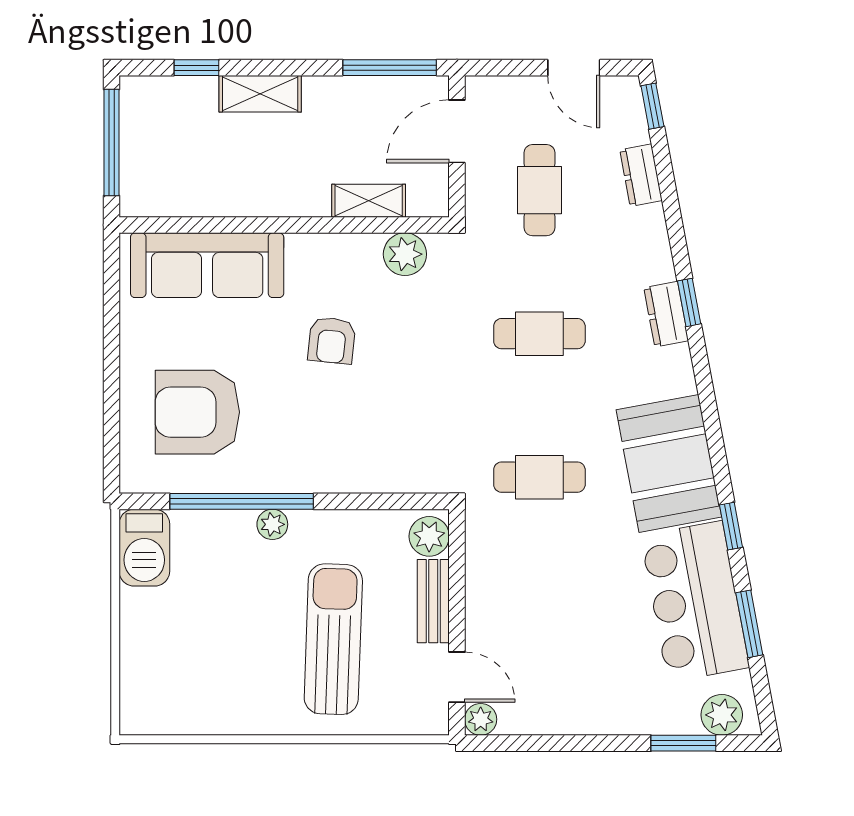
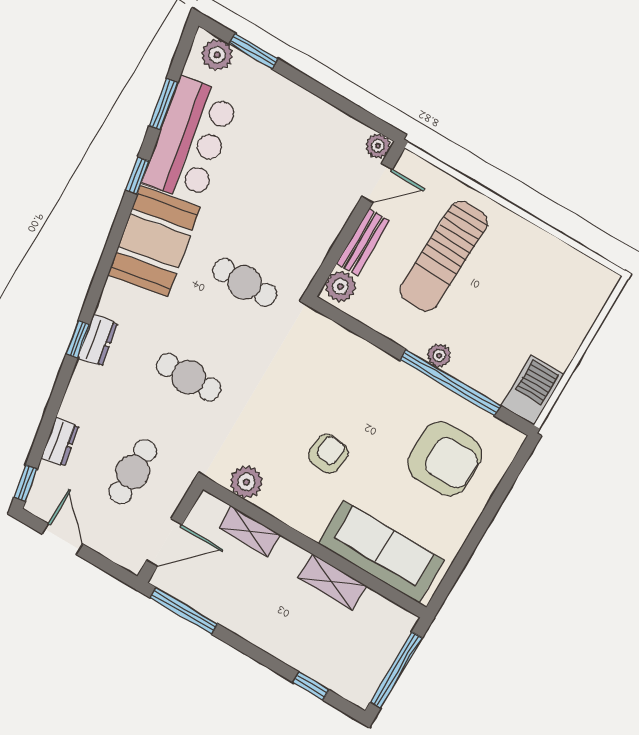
shelving: (260, 94) -> (332, 582), moved
door: (457, 677) -> (377, 183), swing flipped

